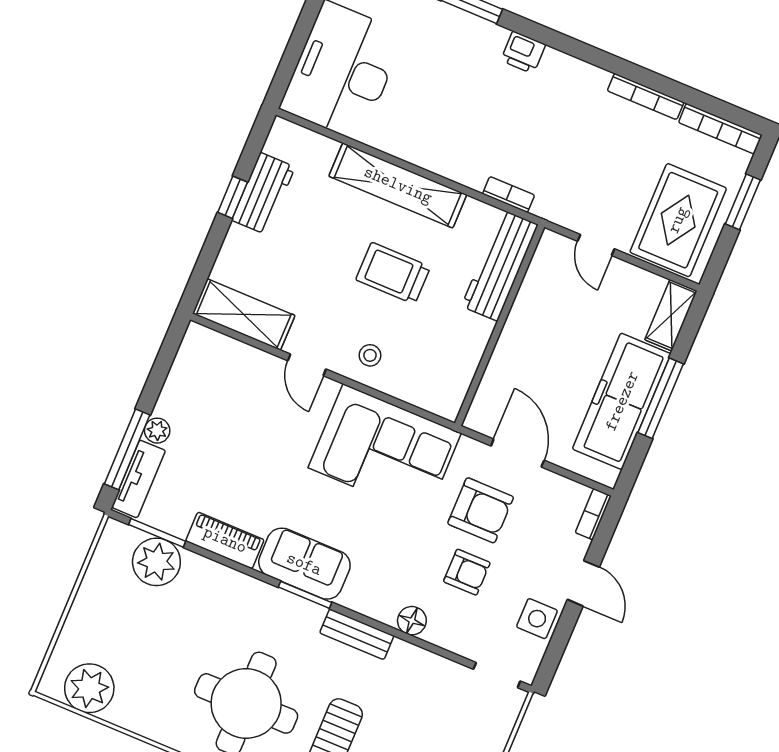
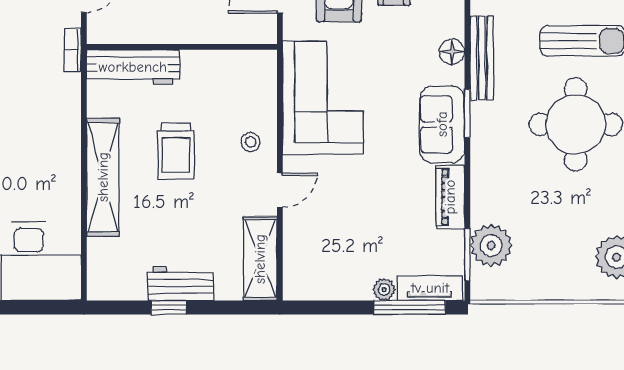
workbench: (263, 194) -> (181, 284), moved
bookcase: (509, 195) -> (73, 50), moved
floor lamp: (412, 621) -> (452, 52), moved
bench: (357, 634) -> (482, 58), width x1.36

